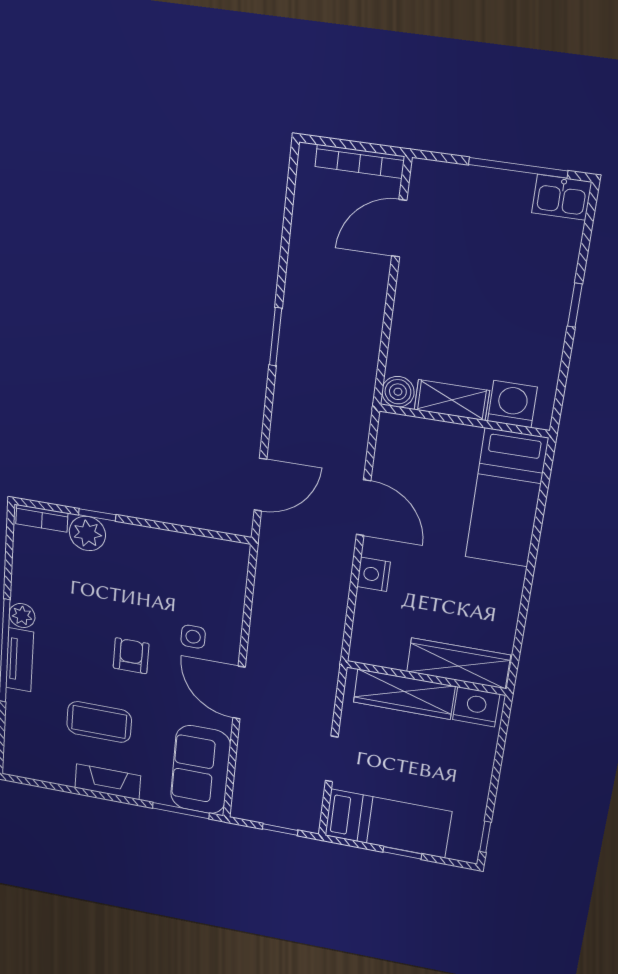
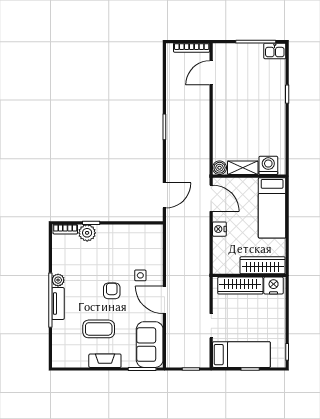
boiler: (398, 392) -> (220, 168), moved
shelving: (452, 400) -> (243, 168), moved
washing machine: (512, 404) -> (268, 165), moved
wall: (464, 421) -> (249, 176), moved
bed: (507, 498) -> (272, 208), moved

